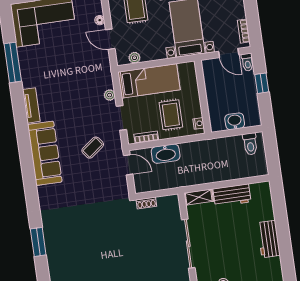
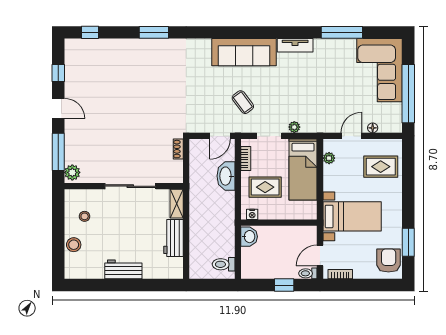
washbasin: (235, 121) -> (249, 237), moved

